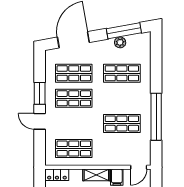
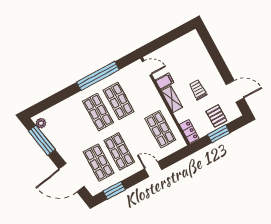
plant: (120, 42) -> (41, 123), moved
shop shelf: (122, 73) -> (98, 112), moved
window: (40, 93) -> (114, 190), moved
door: (40, 121) -> (153, 169), swing flipped

